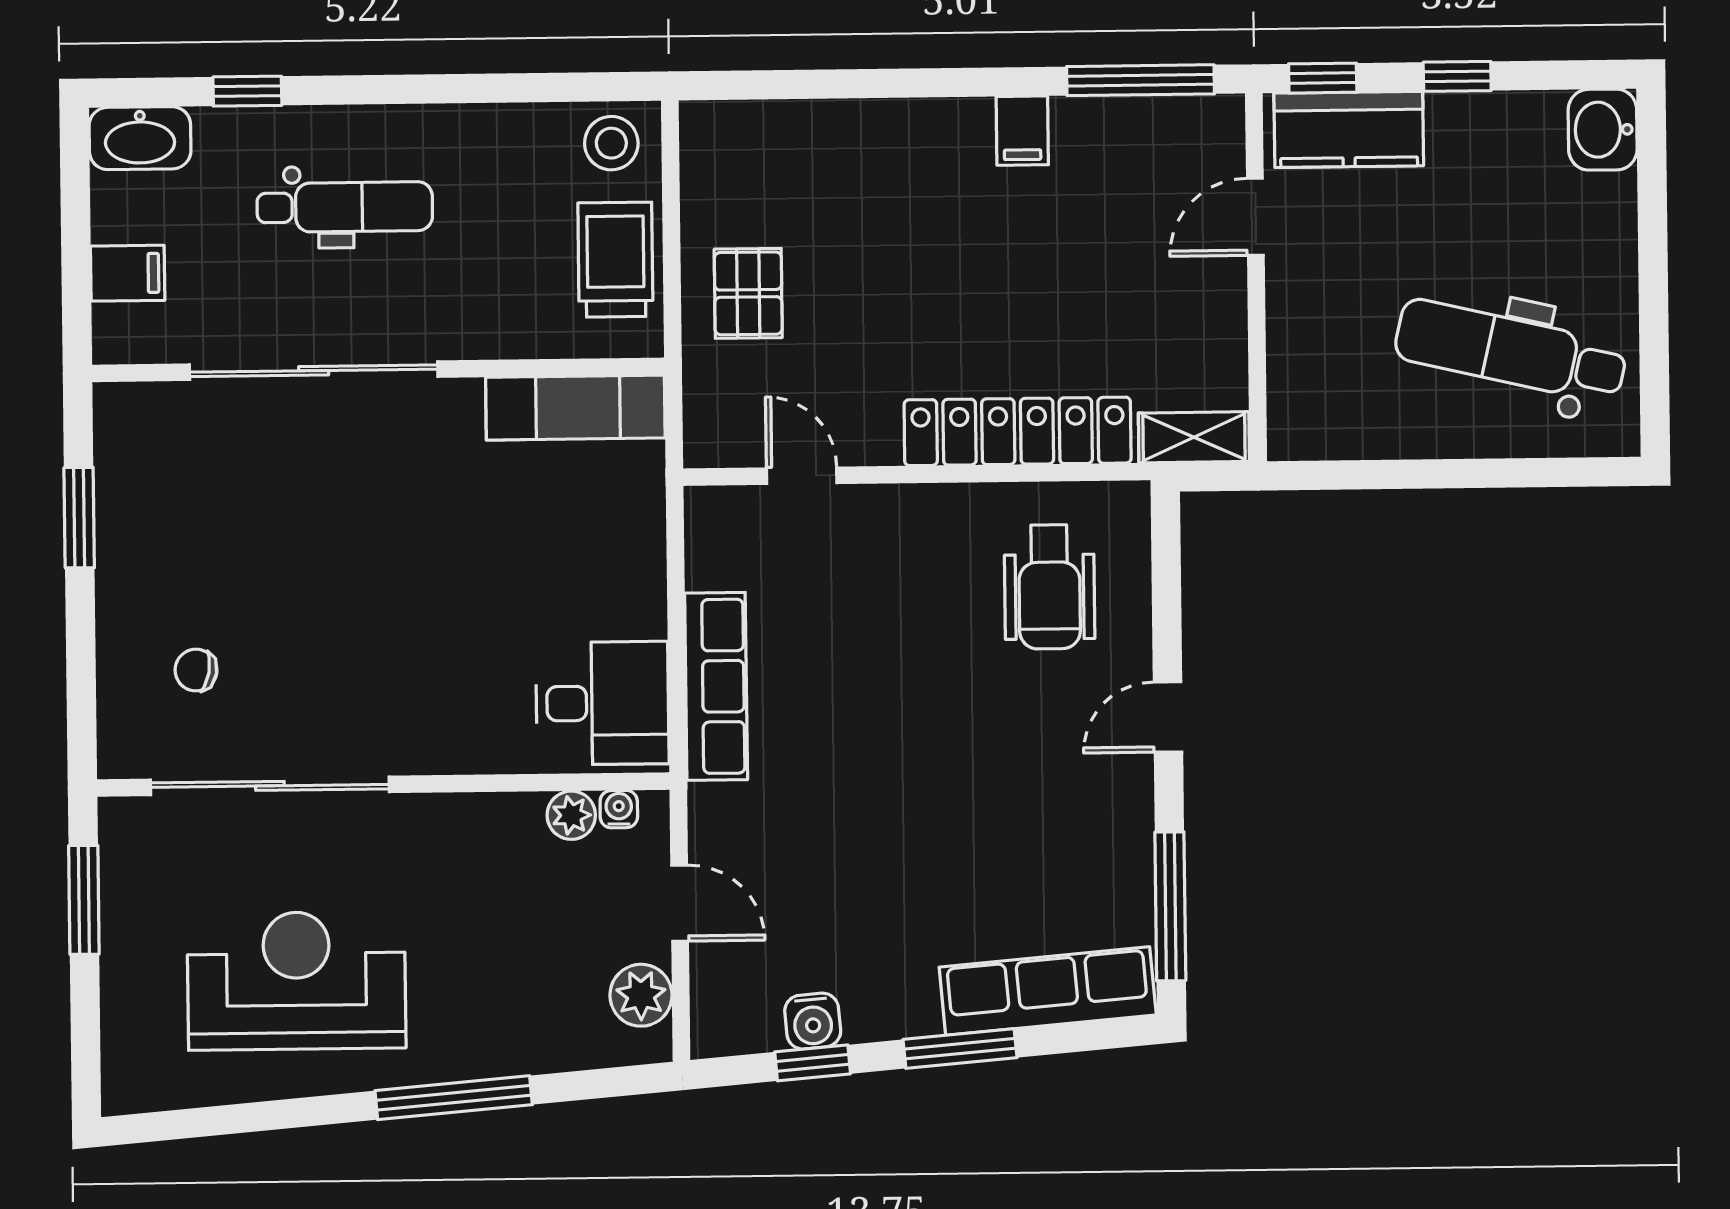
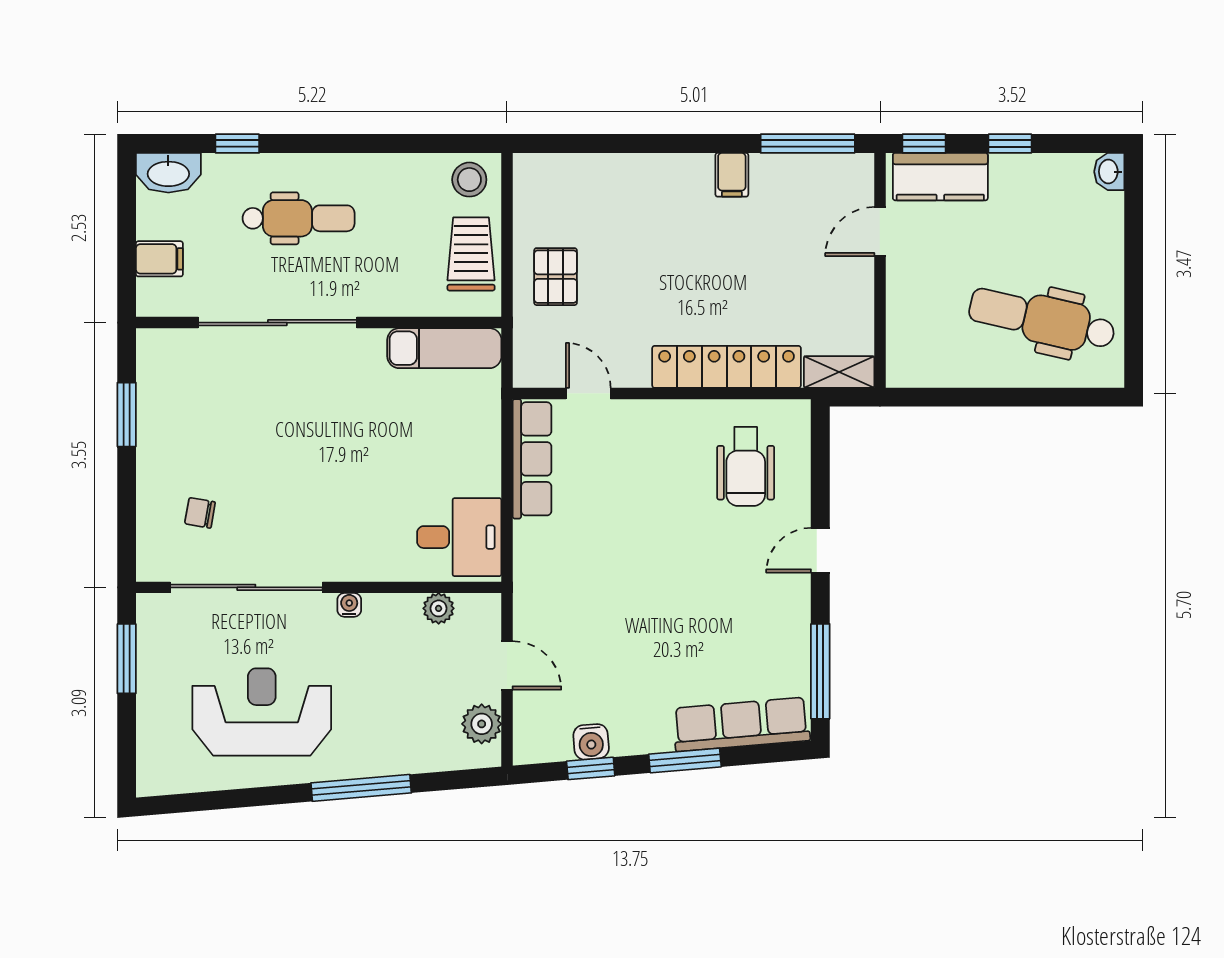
washbasin: (1603, 130) -> (1109, 172), width x0.72, depth x0.69
row of seats: (716, 686) -> (532, 459), moved
water cooler: (619, 809) -> (349, 605), moved

